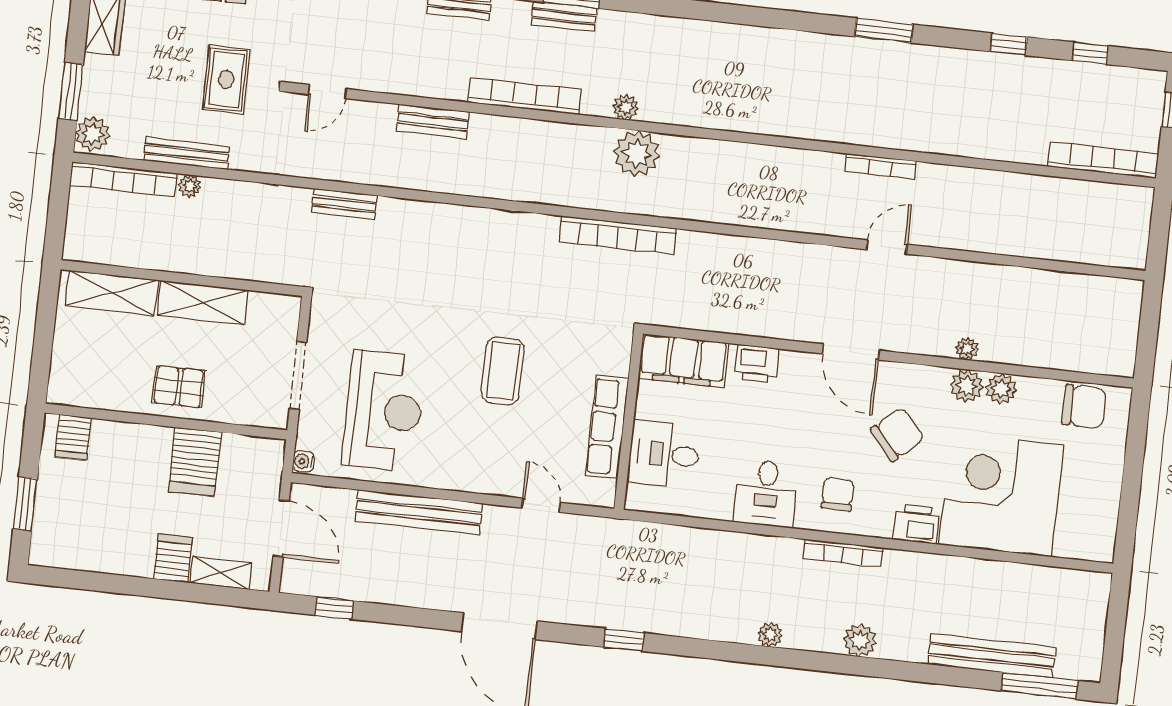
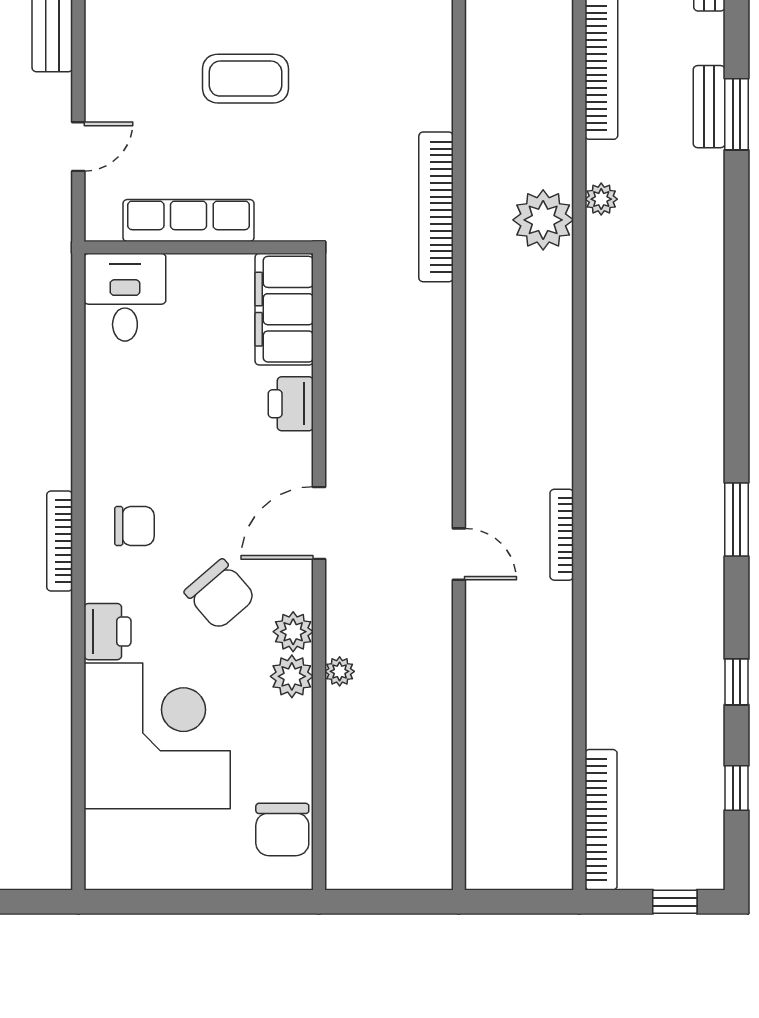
plant: (1001, 389) -> (293, 632), moved
desk: (664, 454) -> (125, 297), moved
desk: (766, 493) -> (126, 434), removed

